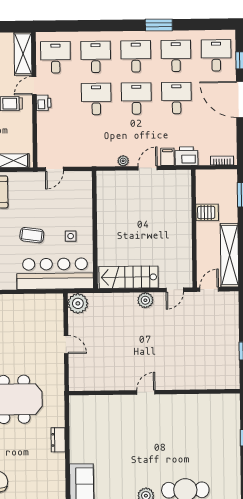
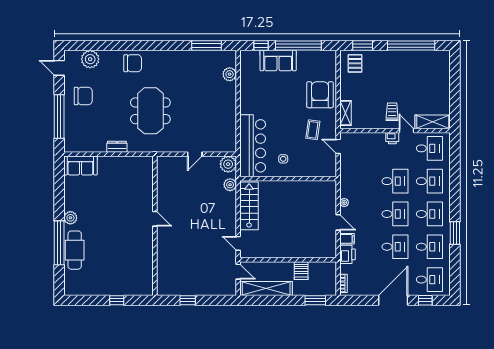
coffee table: (32, 235) -> (313, 130), moved
plant: (145, 300) -> (230, 185), moved

